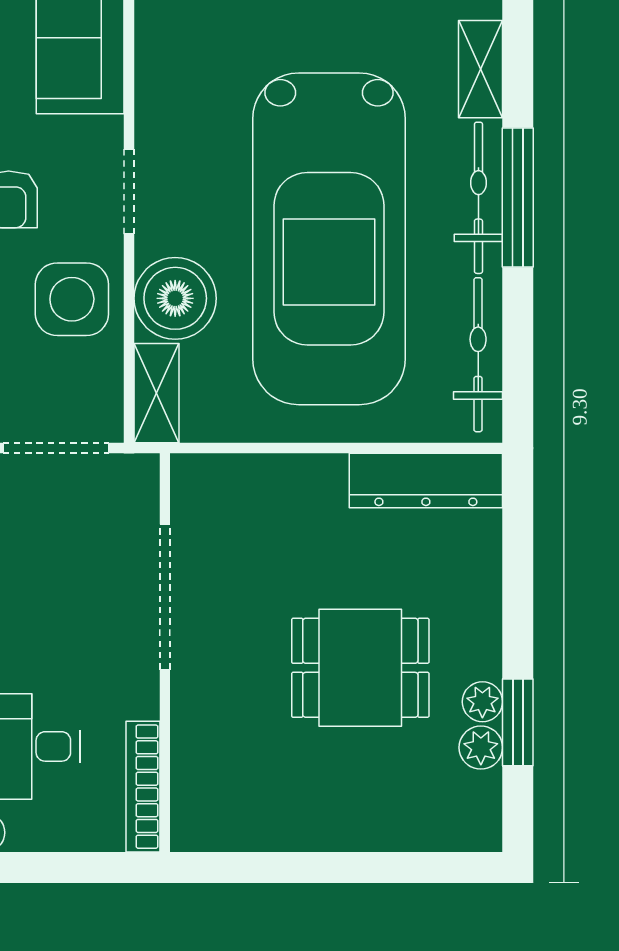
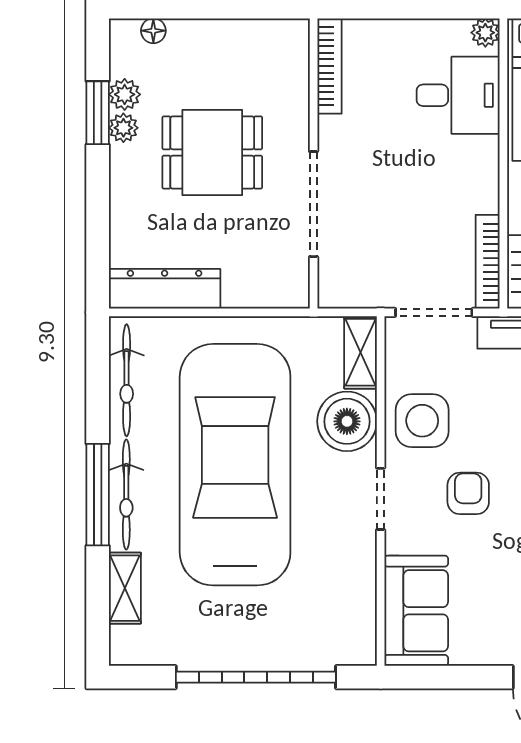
doorway: (165, 597) -> (314, 204), moved
wall: (165, 653) -> (314, 163), moved
bookcase: (143, 787) -> (329, 66), moved
floor lamp: (441, 835) -> (153, 31), added

